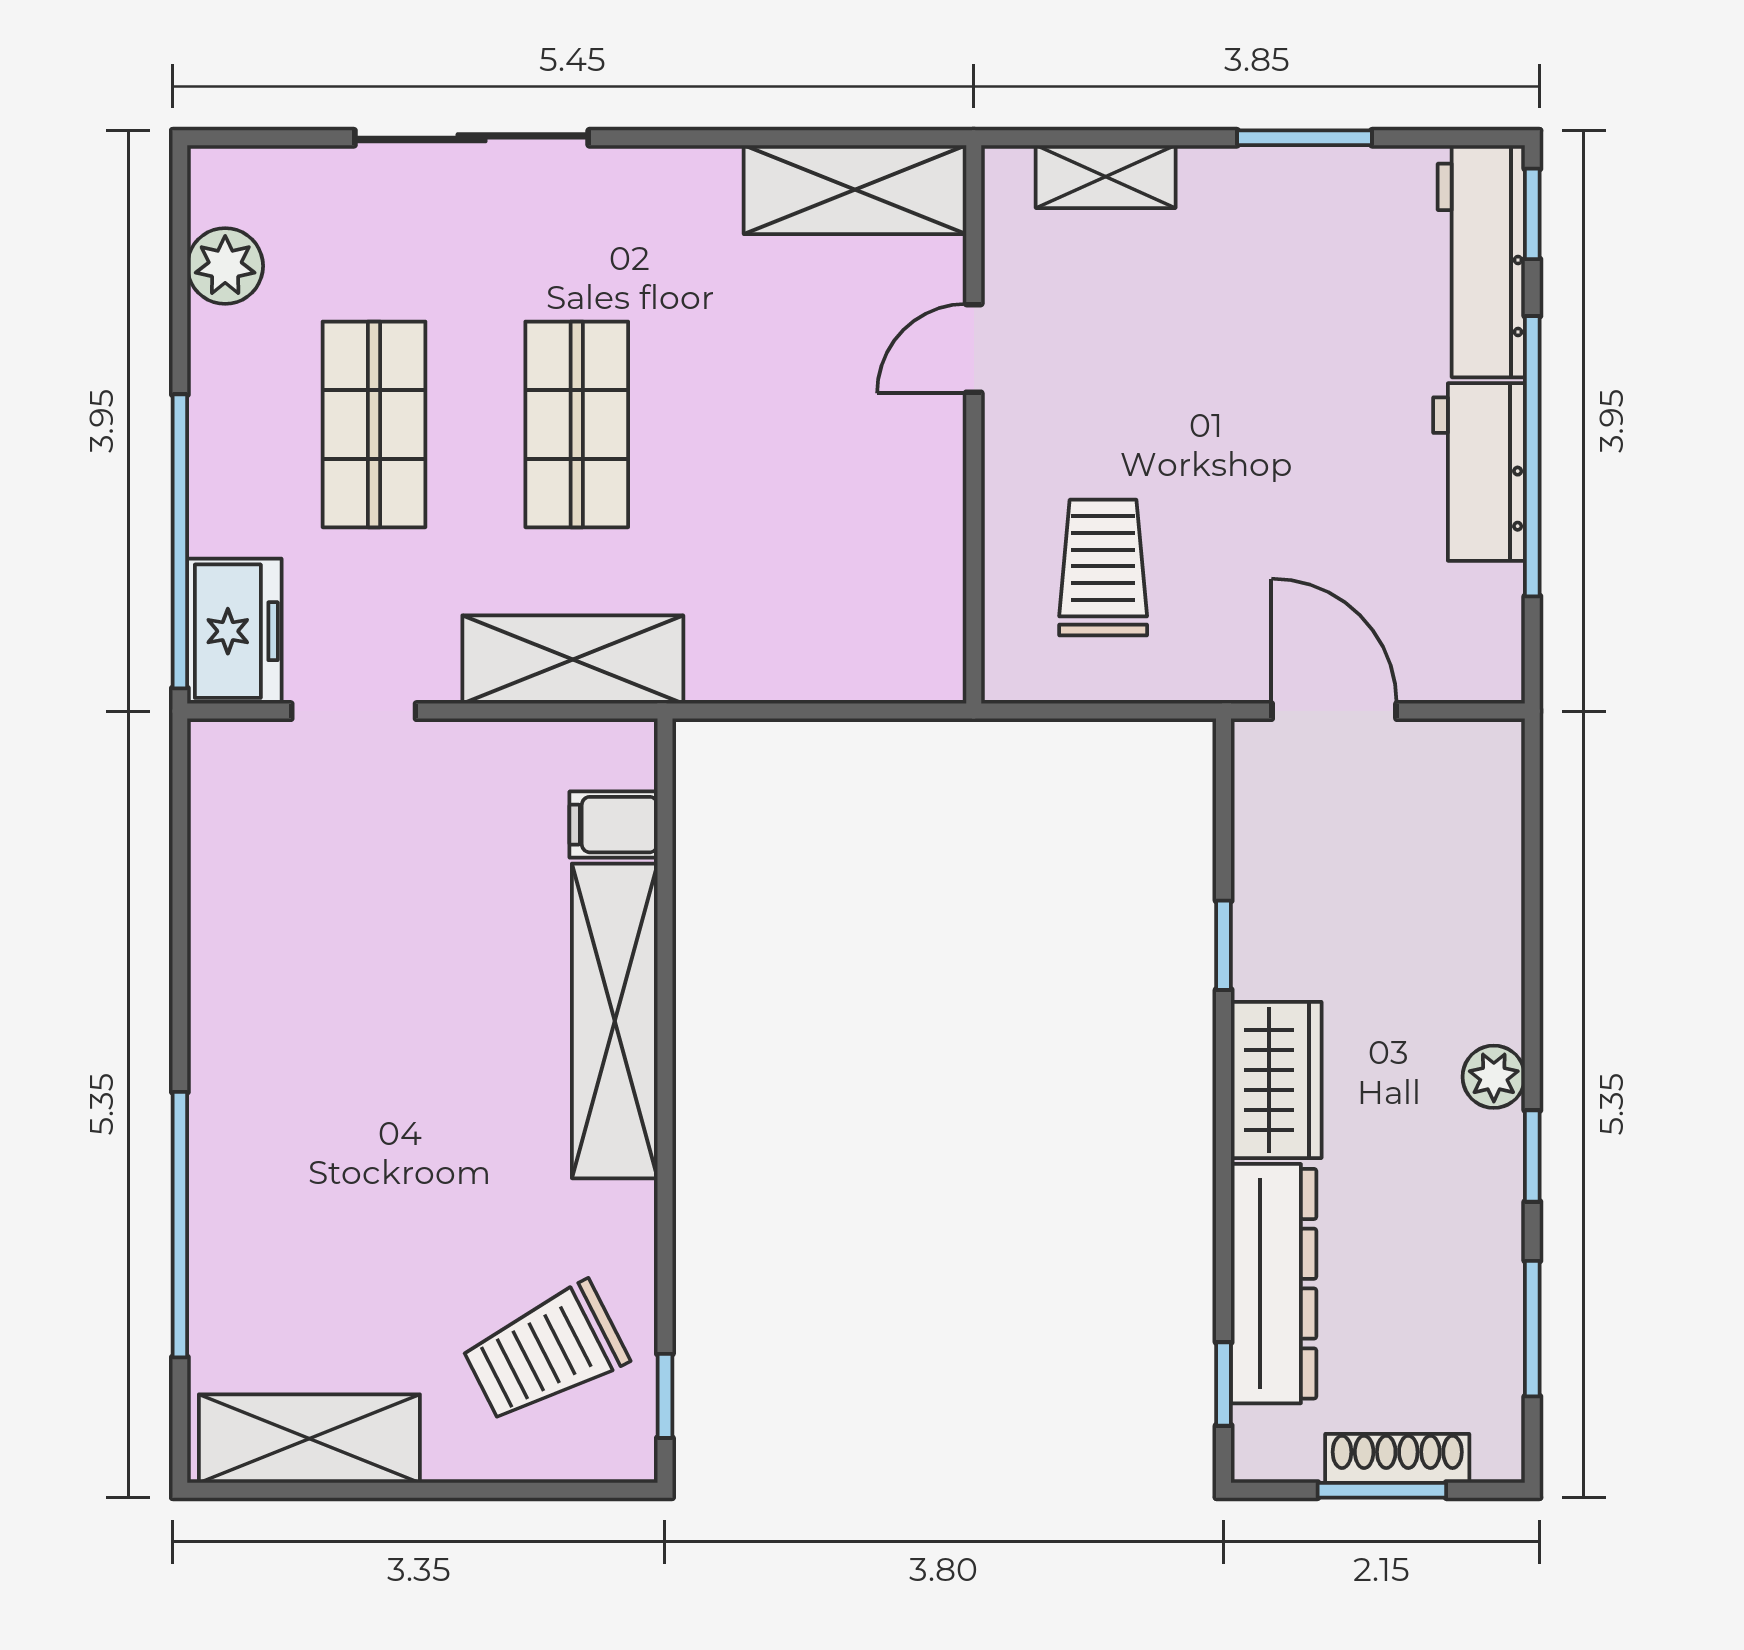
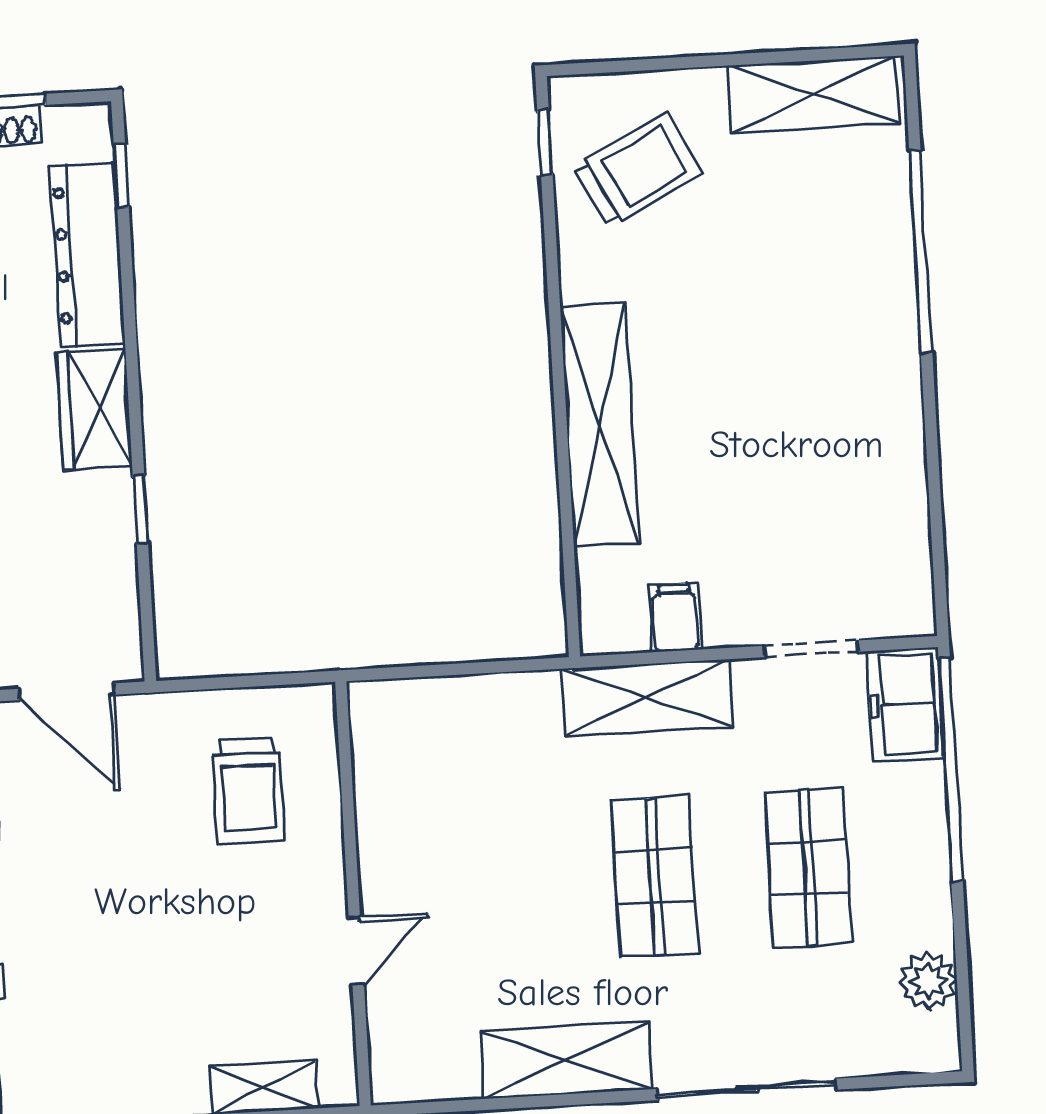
shelving: (855, 190) -> (566, 1060), moved
filing cabinet: (614, 825) -> (675, 617), moved, turned -90

